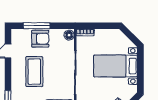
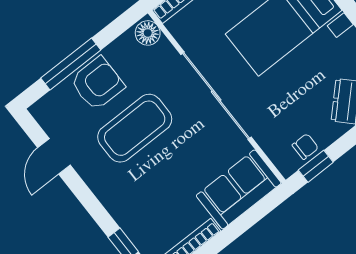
coffee table: (34, 72) -> (135, 128), moved, turned 90

